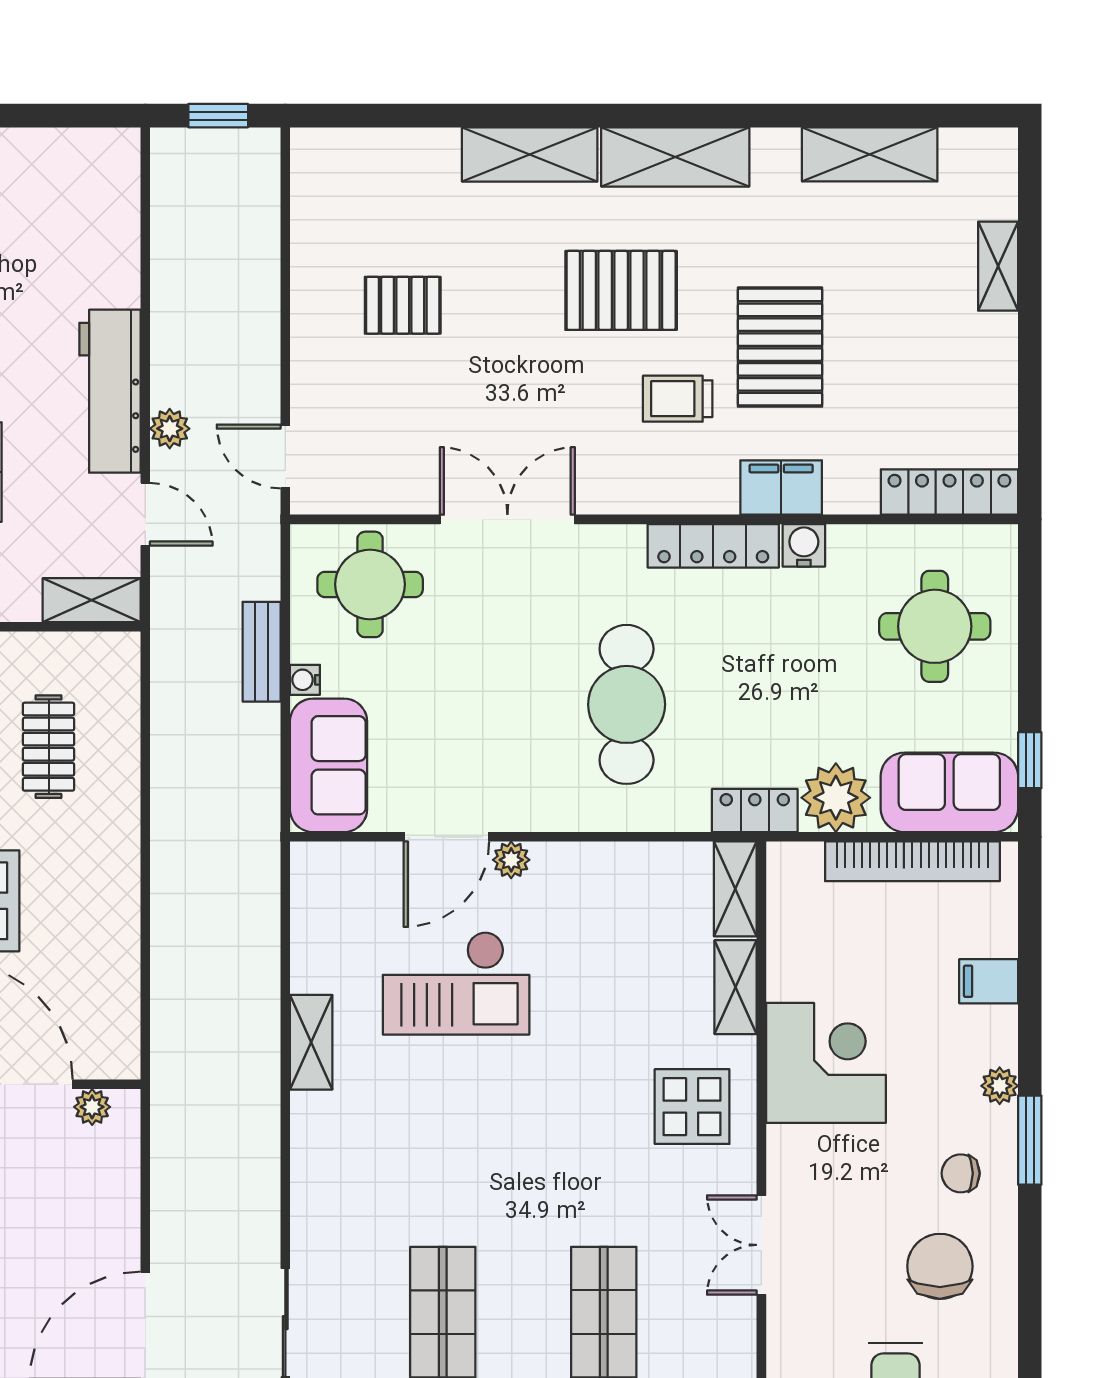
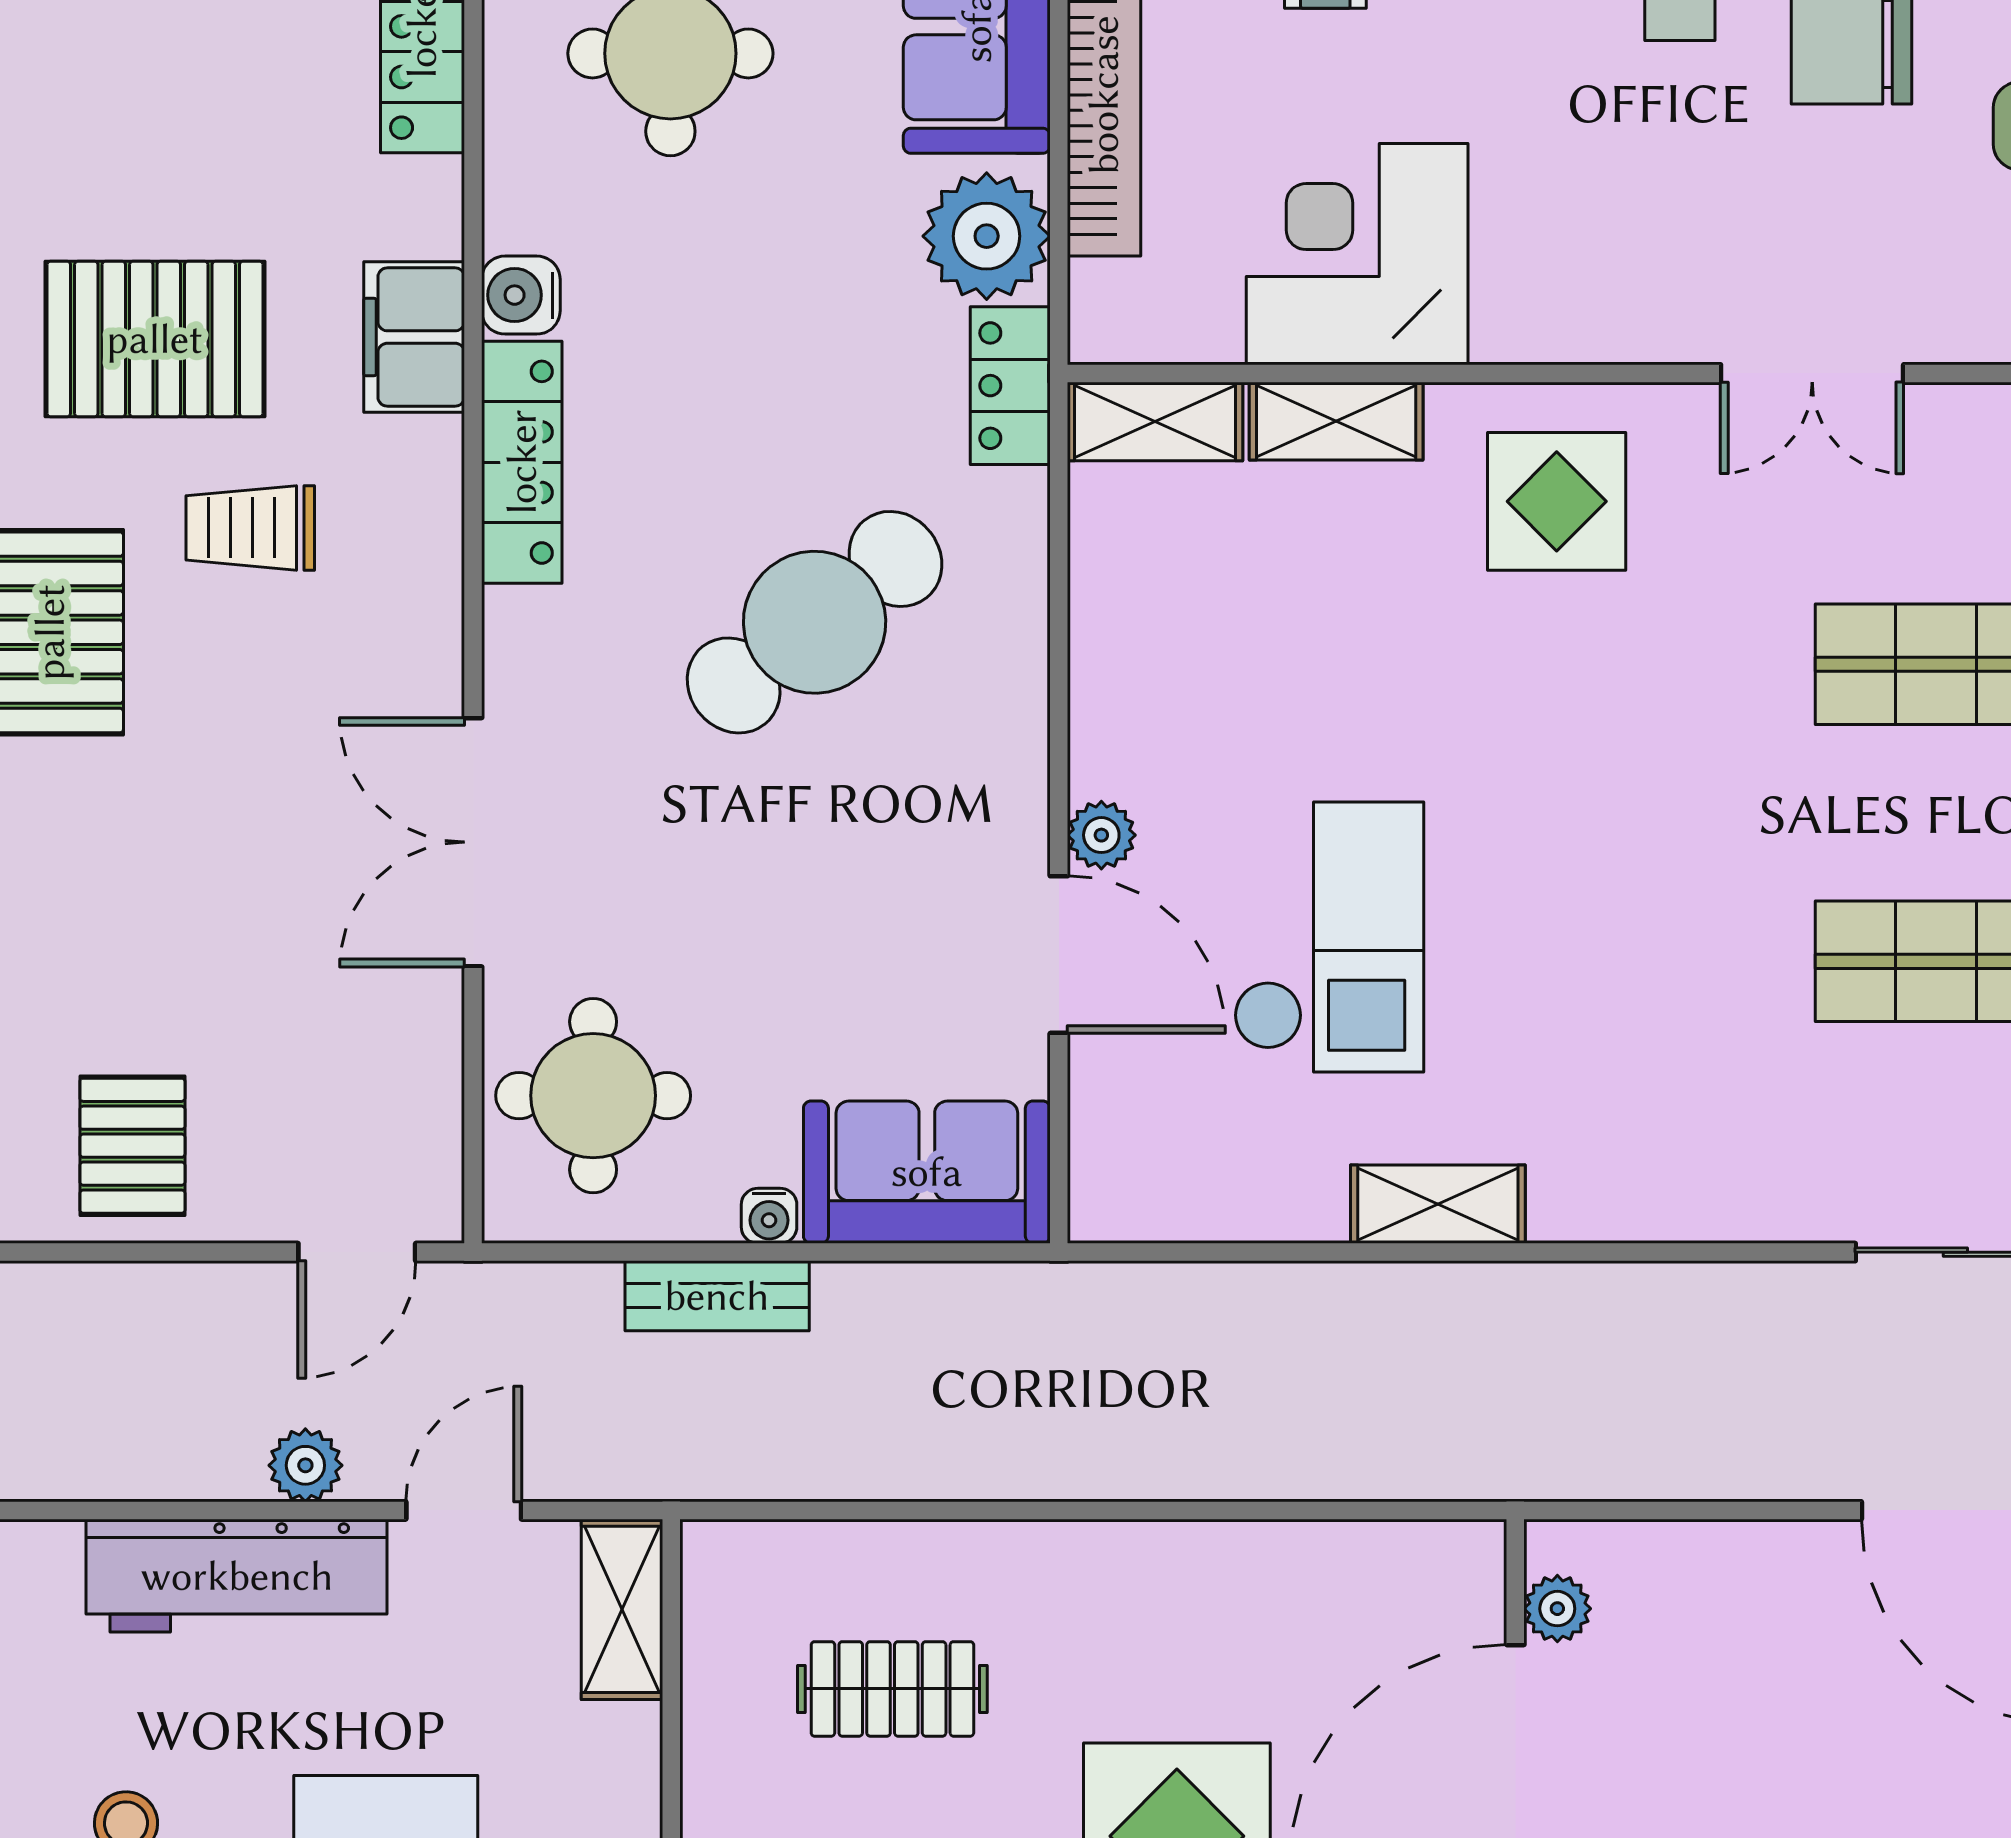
pallet: (403, 305) -> (132, 1146), moved
trolley: (678, 399) -> (250, 528), turned 90
cafe table: (627, 704) -> (815, 622), turned -38
corner desk: (826, 1063) -> (1357, 254), moved

